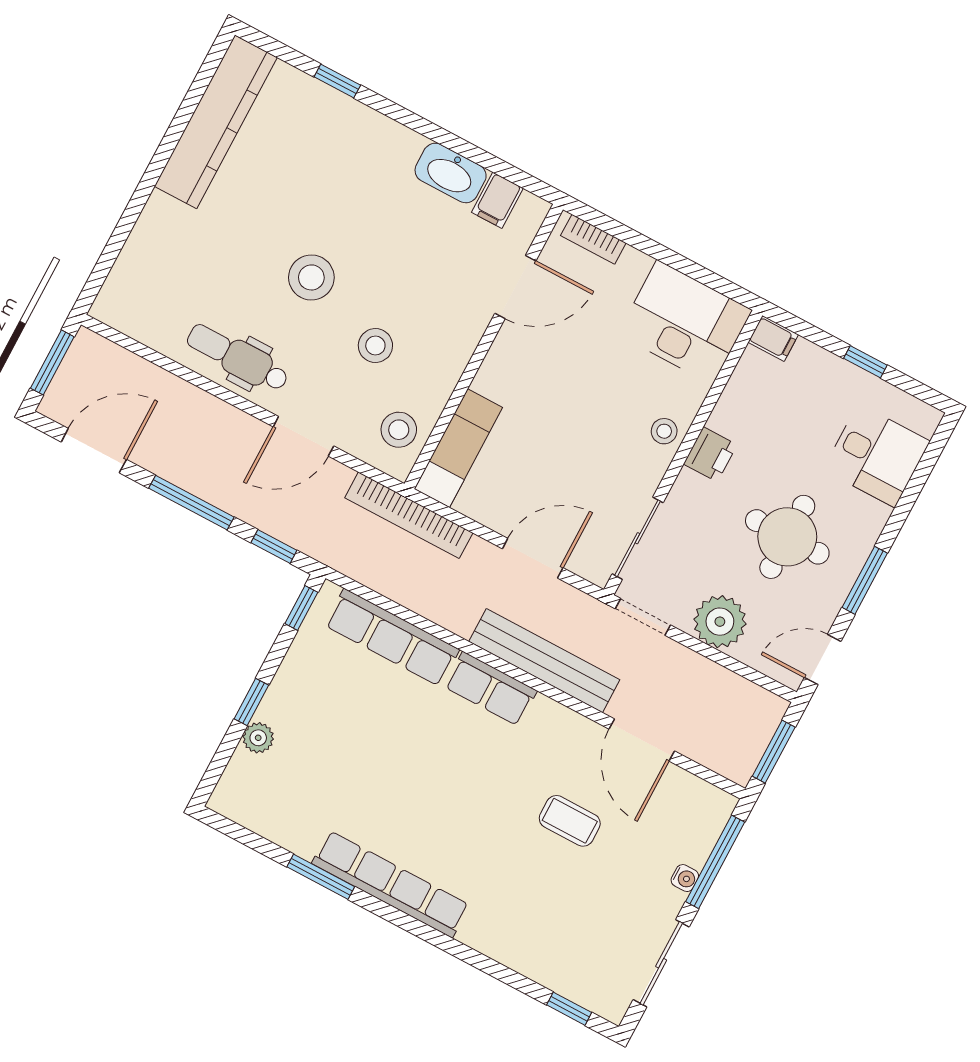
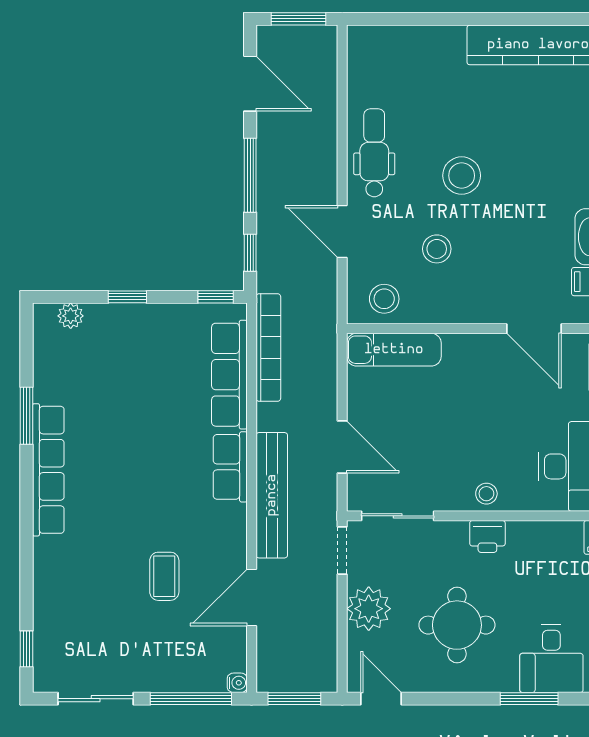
bookcase: (409, 515) -> (268, 347), moved, turned 180
window: (865, 580) -> (529, 699), moved
plant: (258, 738) -> (71, 316), moved
water cooler: (685, 878) -> (237, 683), moved, turned -90

